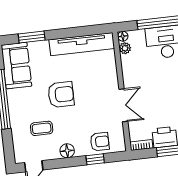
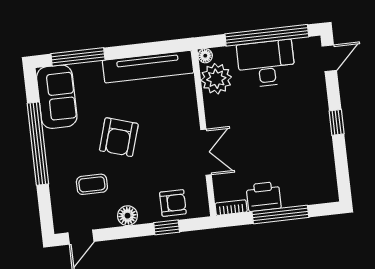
window: (32, 37) -> (78, 57), width x1.44
plant: (125, 48) -> (216, 79), width x1.88, depth x1.88
armchair: (61, 95) -> (119, 137), turned 107

